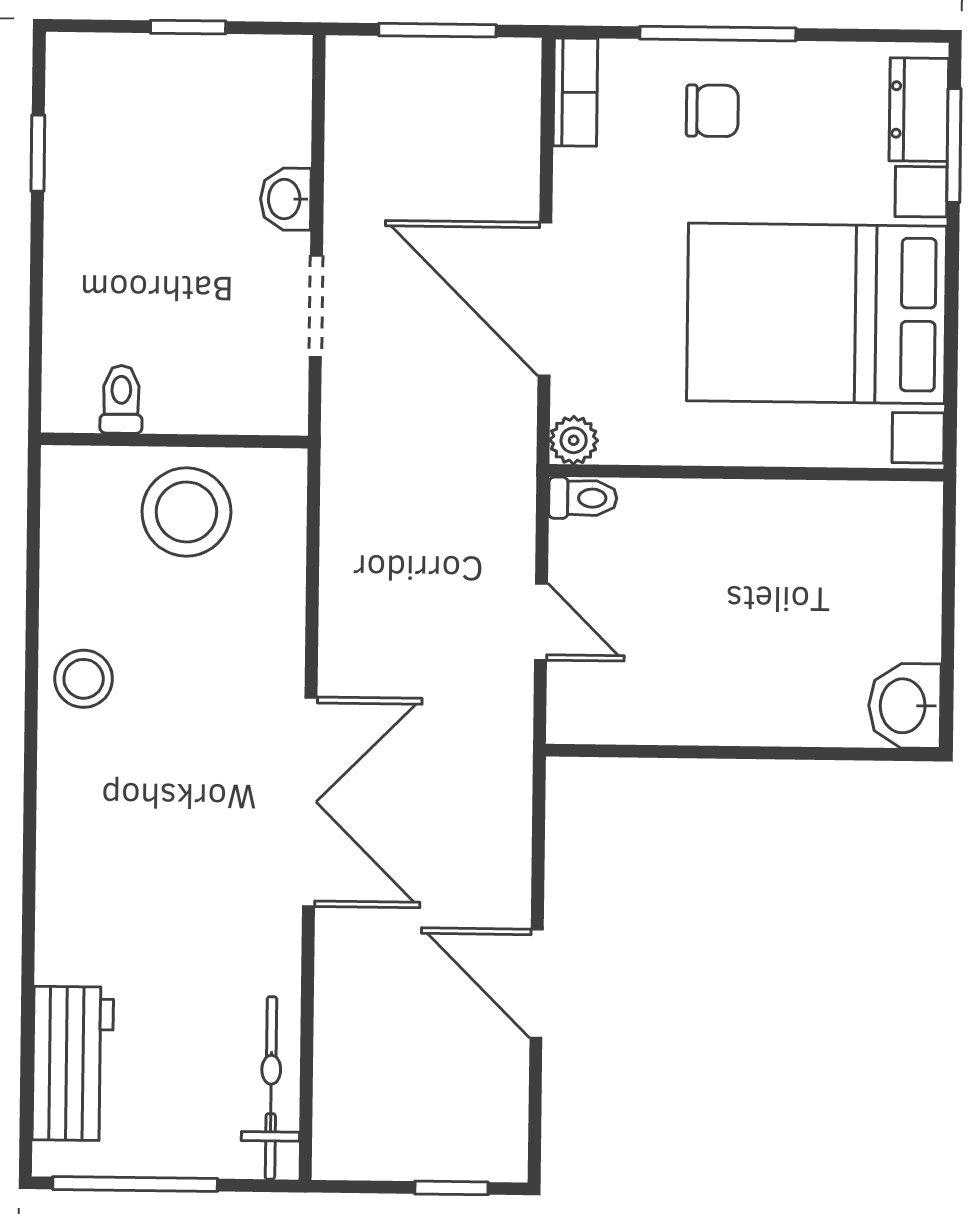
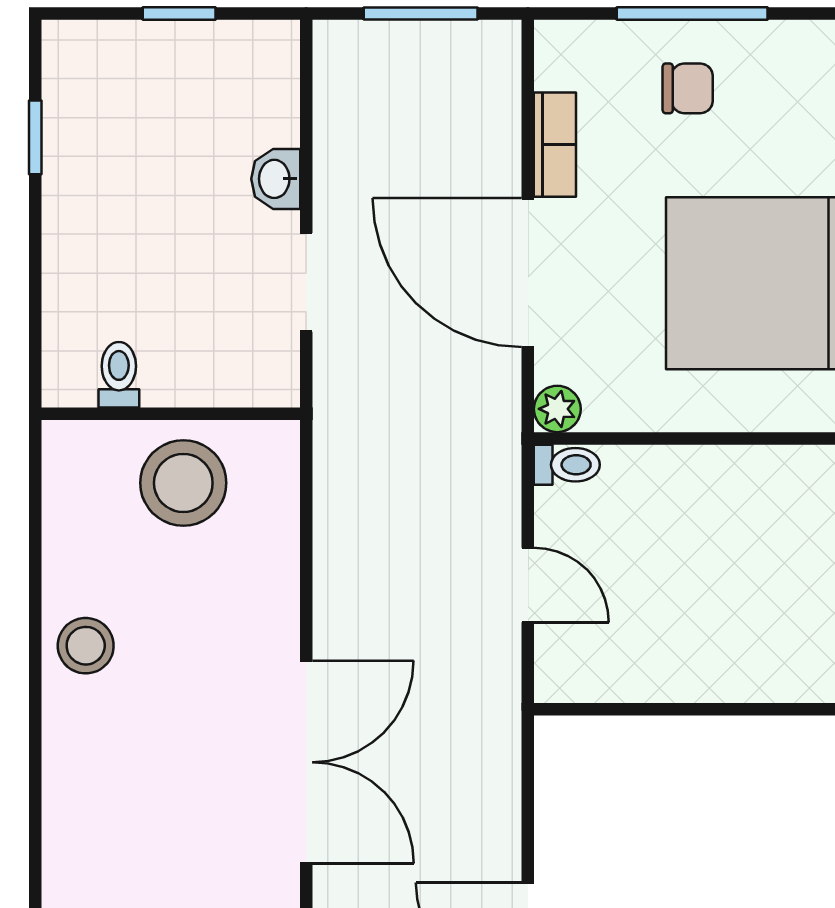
bookcase: (575, 92) -> (555, 145), moved

